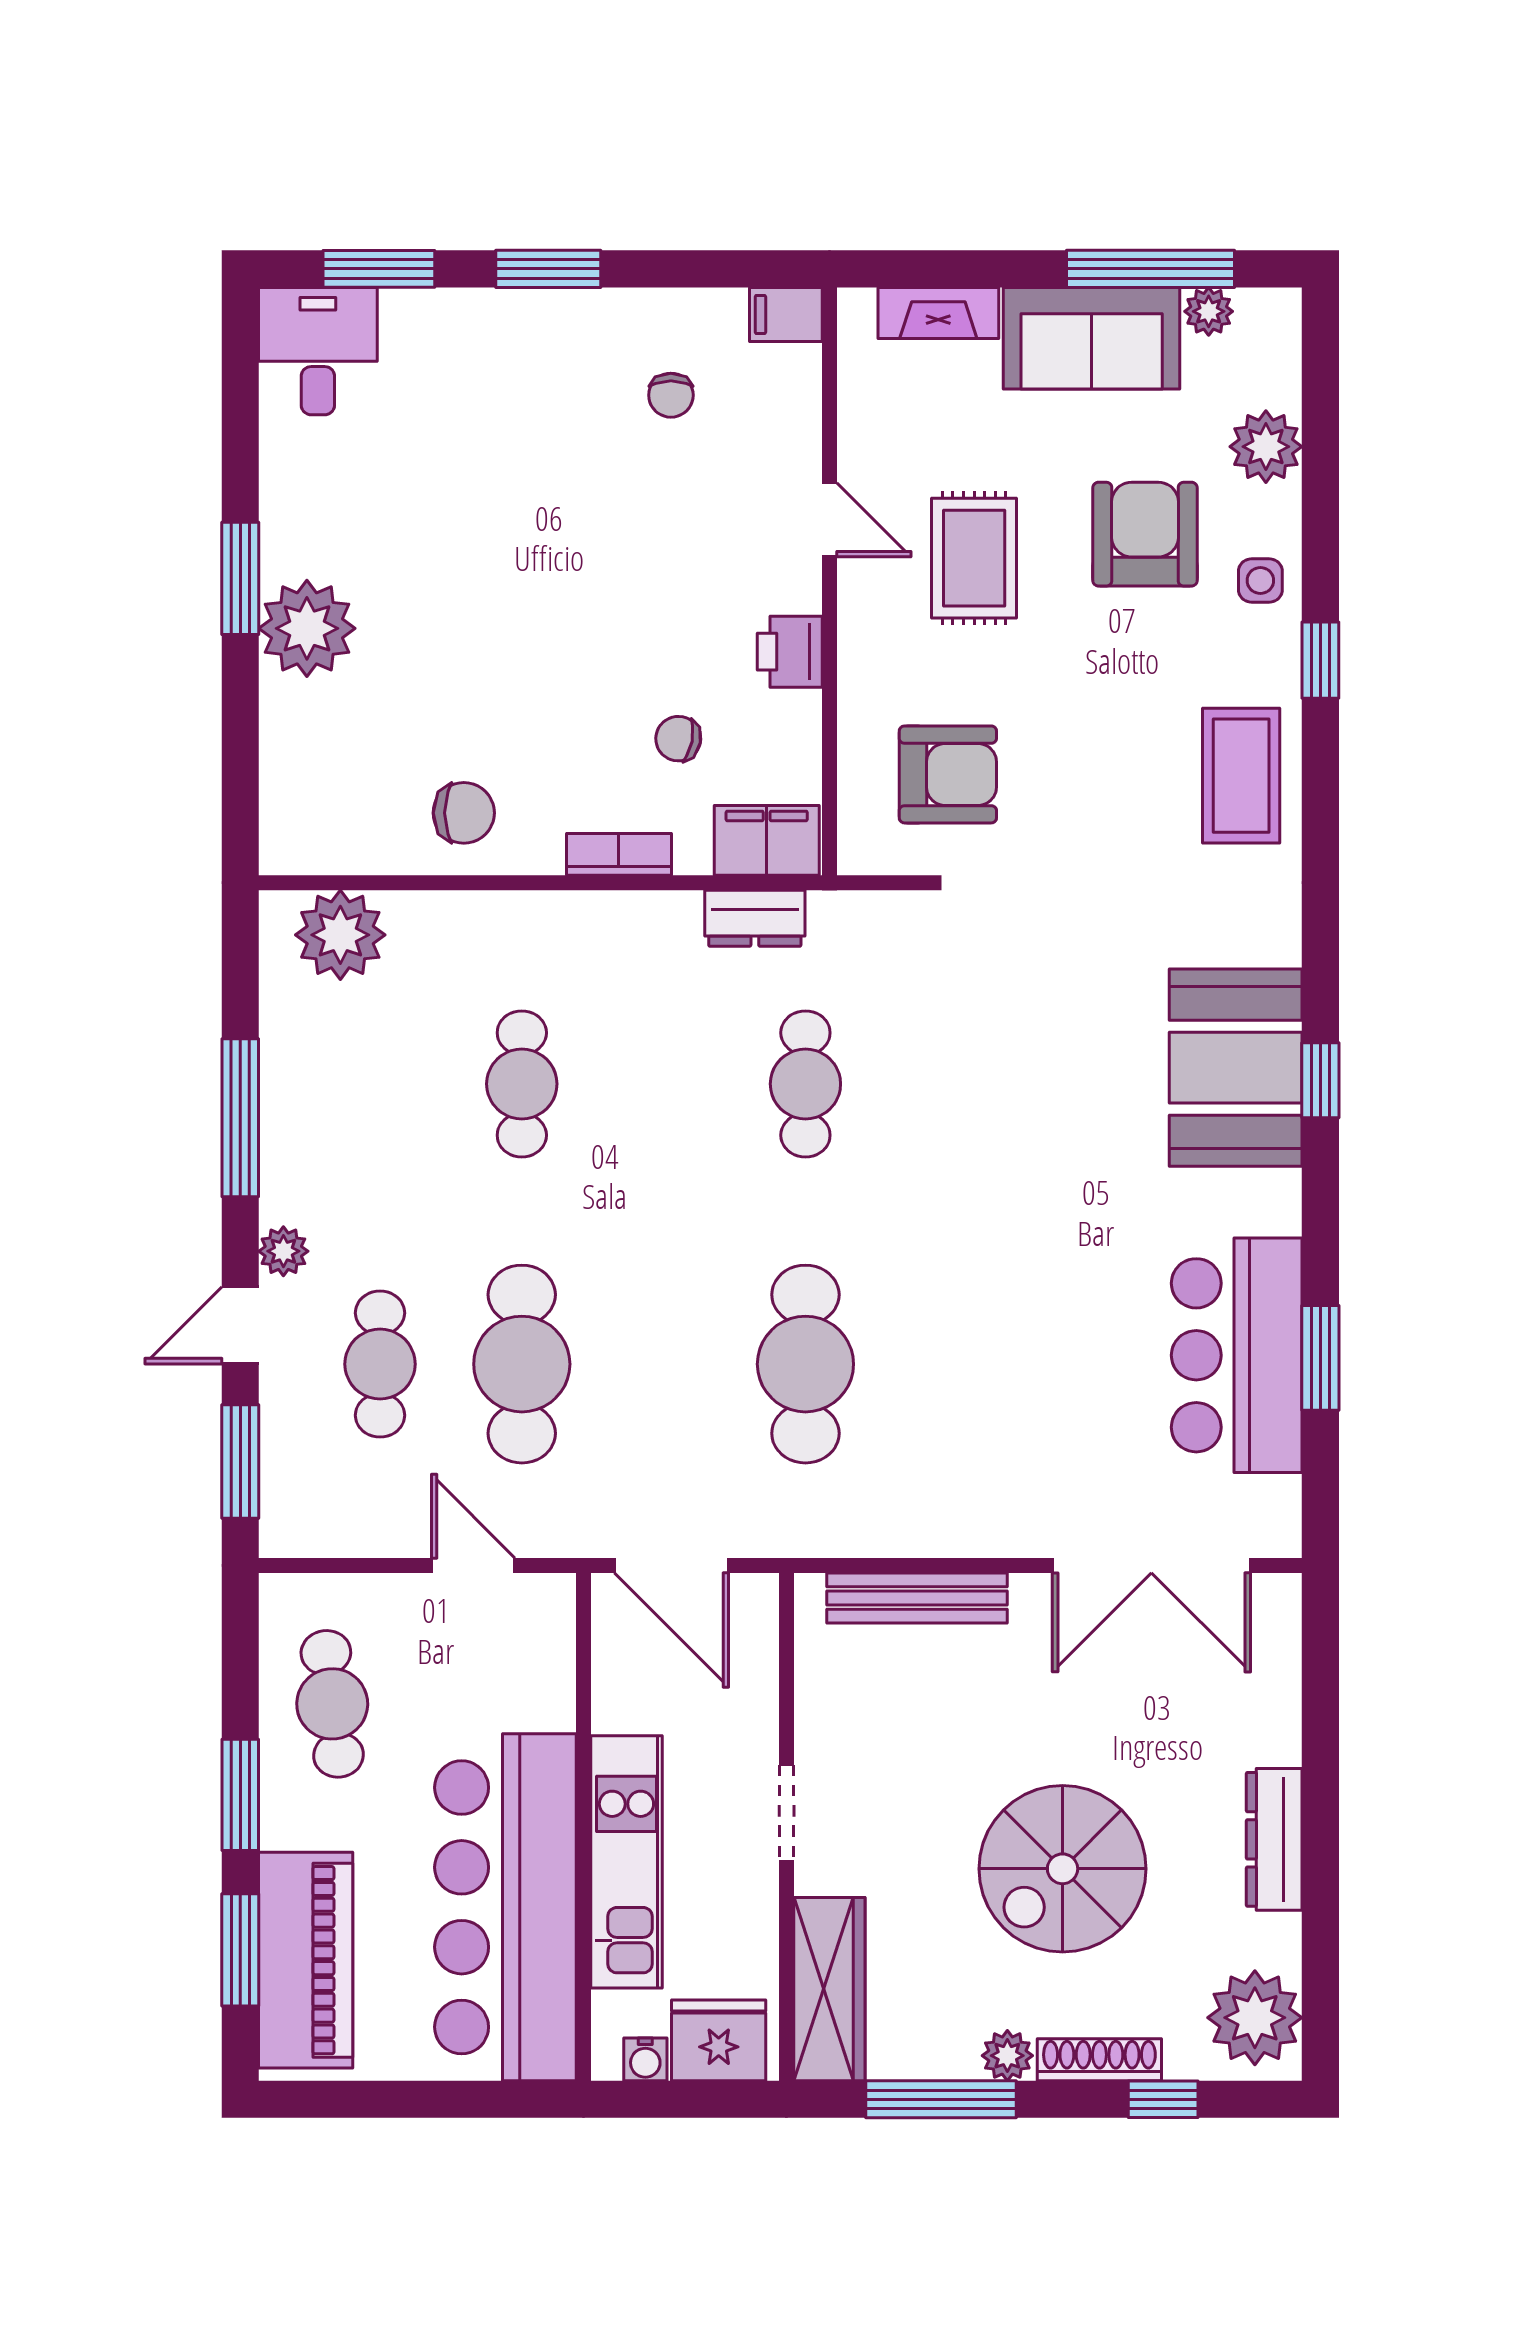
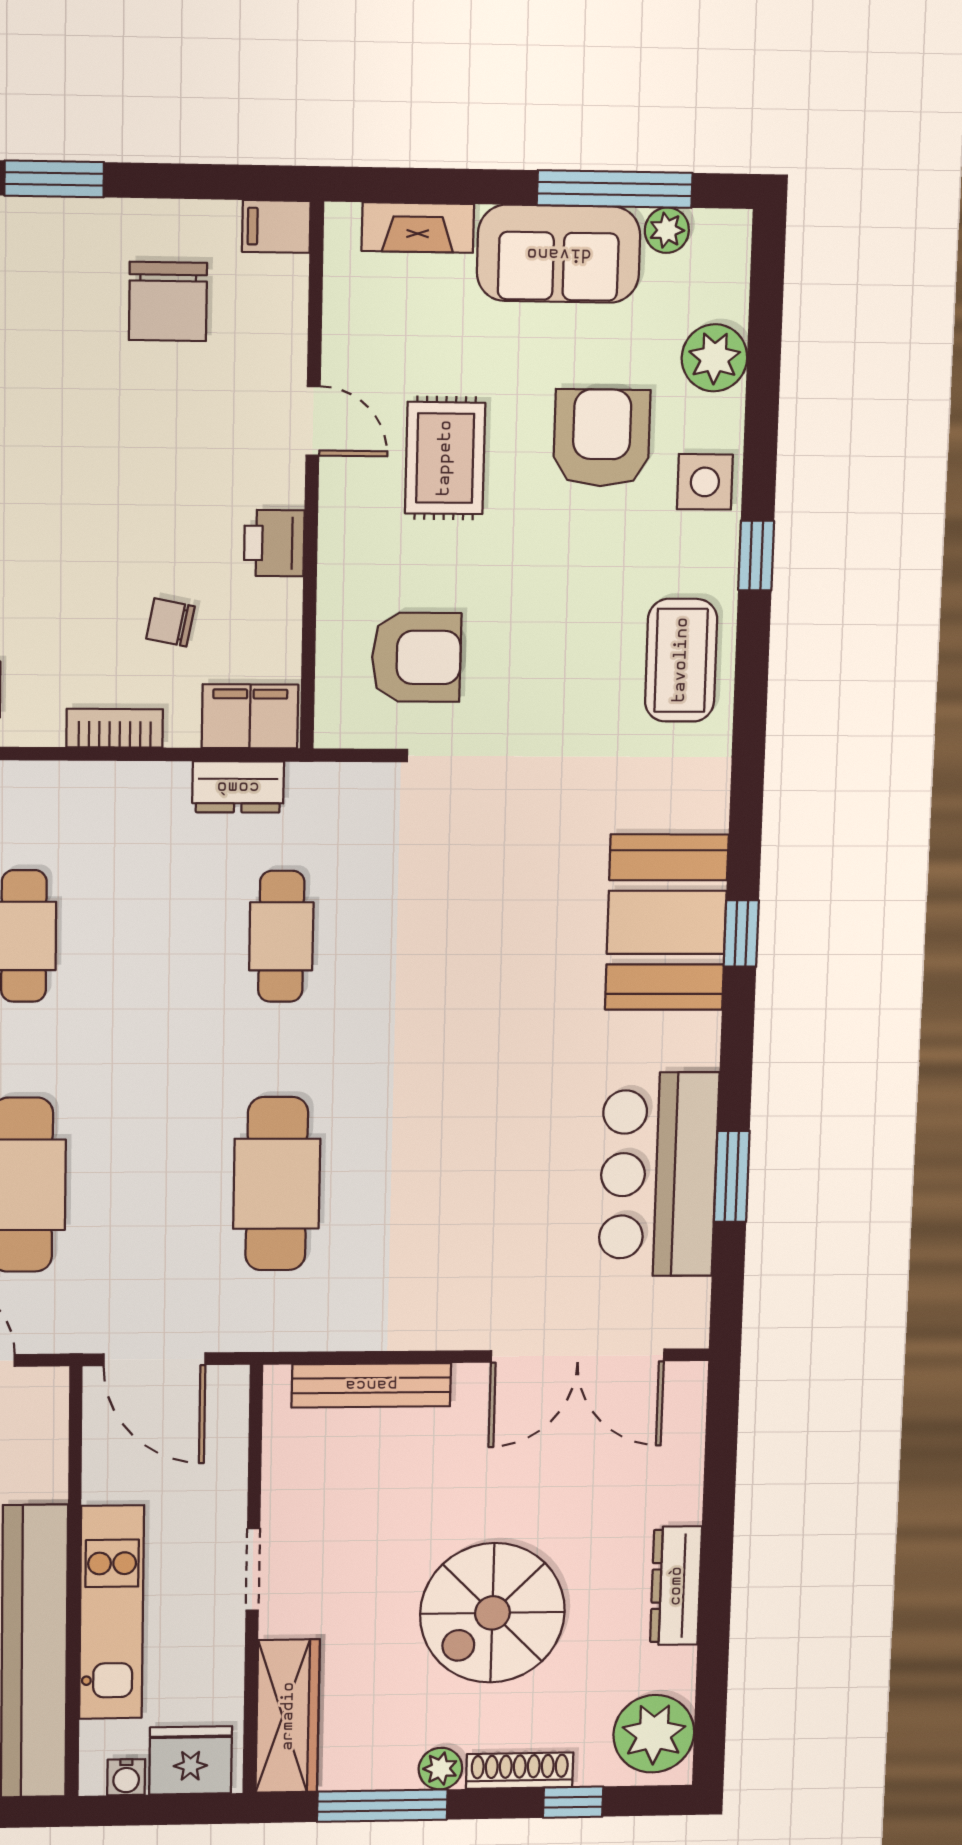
chair: (671, 395) -> (168, 301), width x1.87, depth x1.87
side table: (1260, 580) -> (705, 482), width x1.37, depth x1.37

